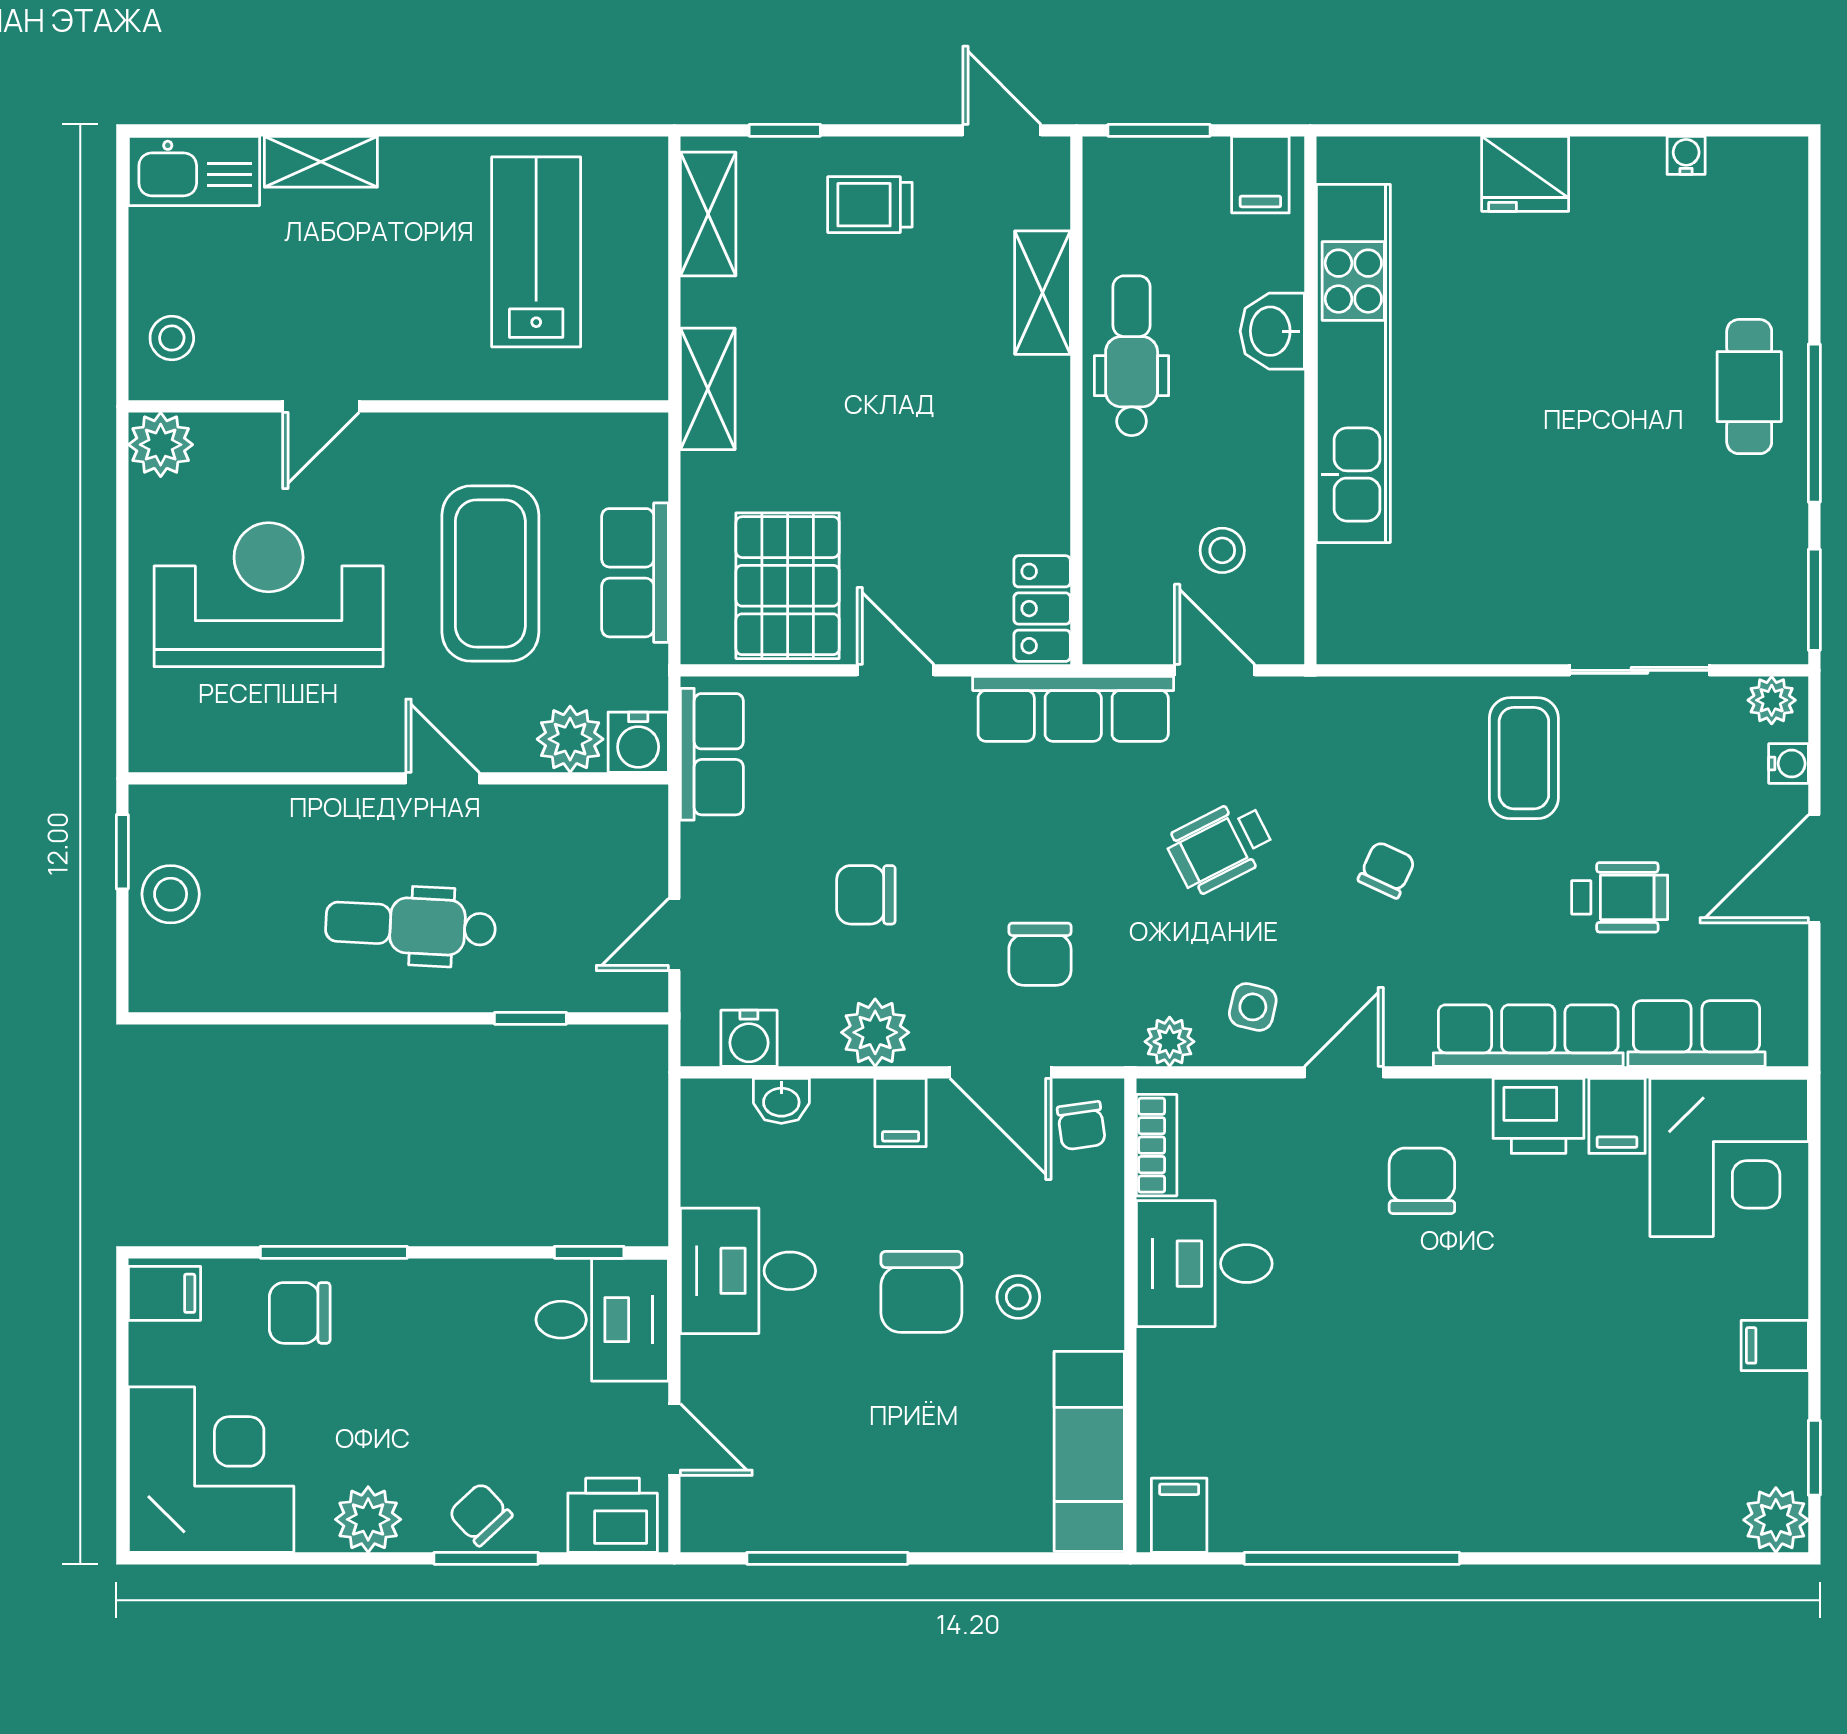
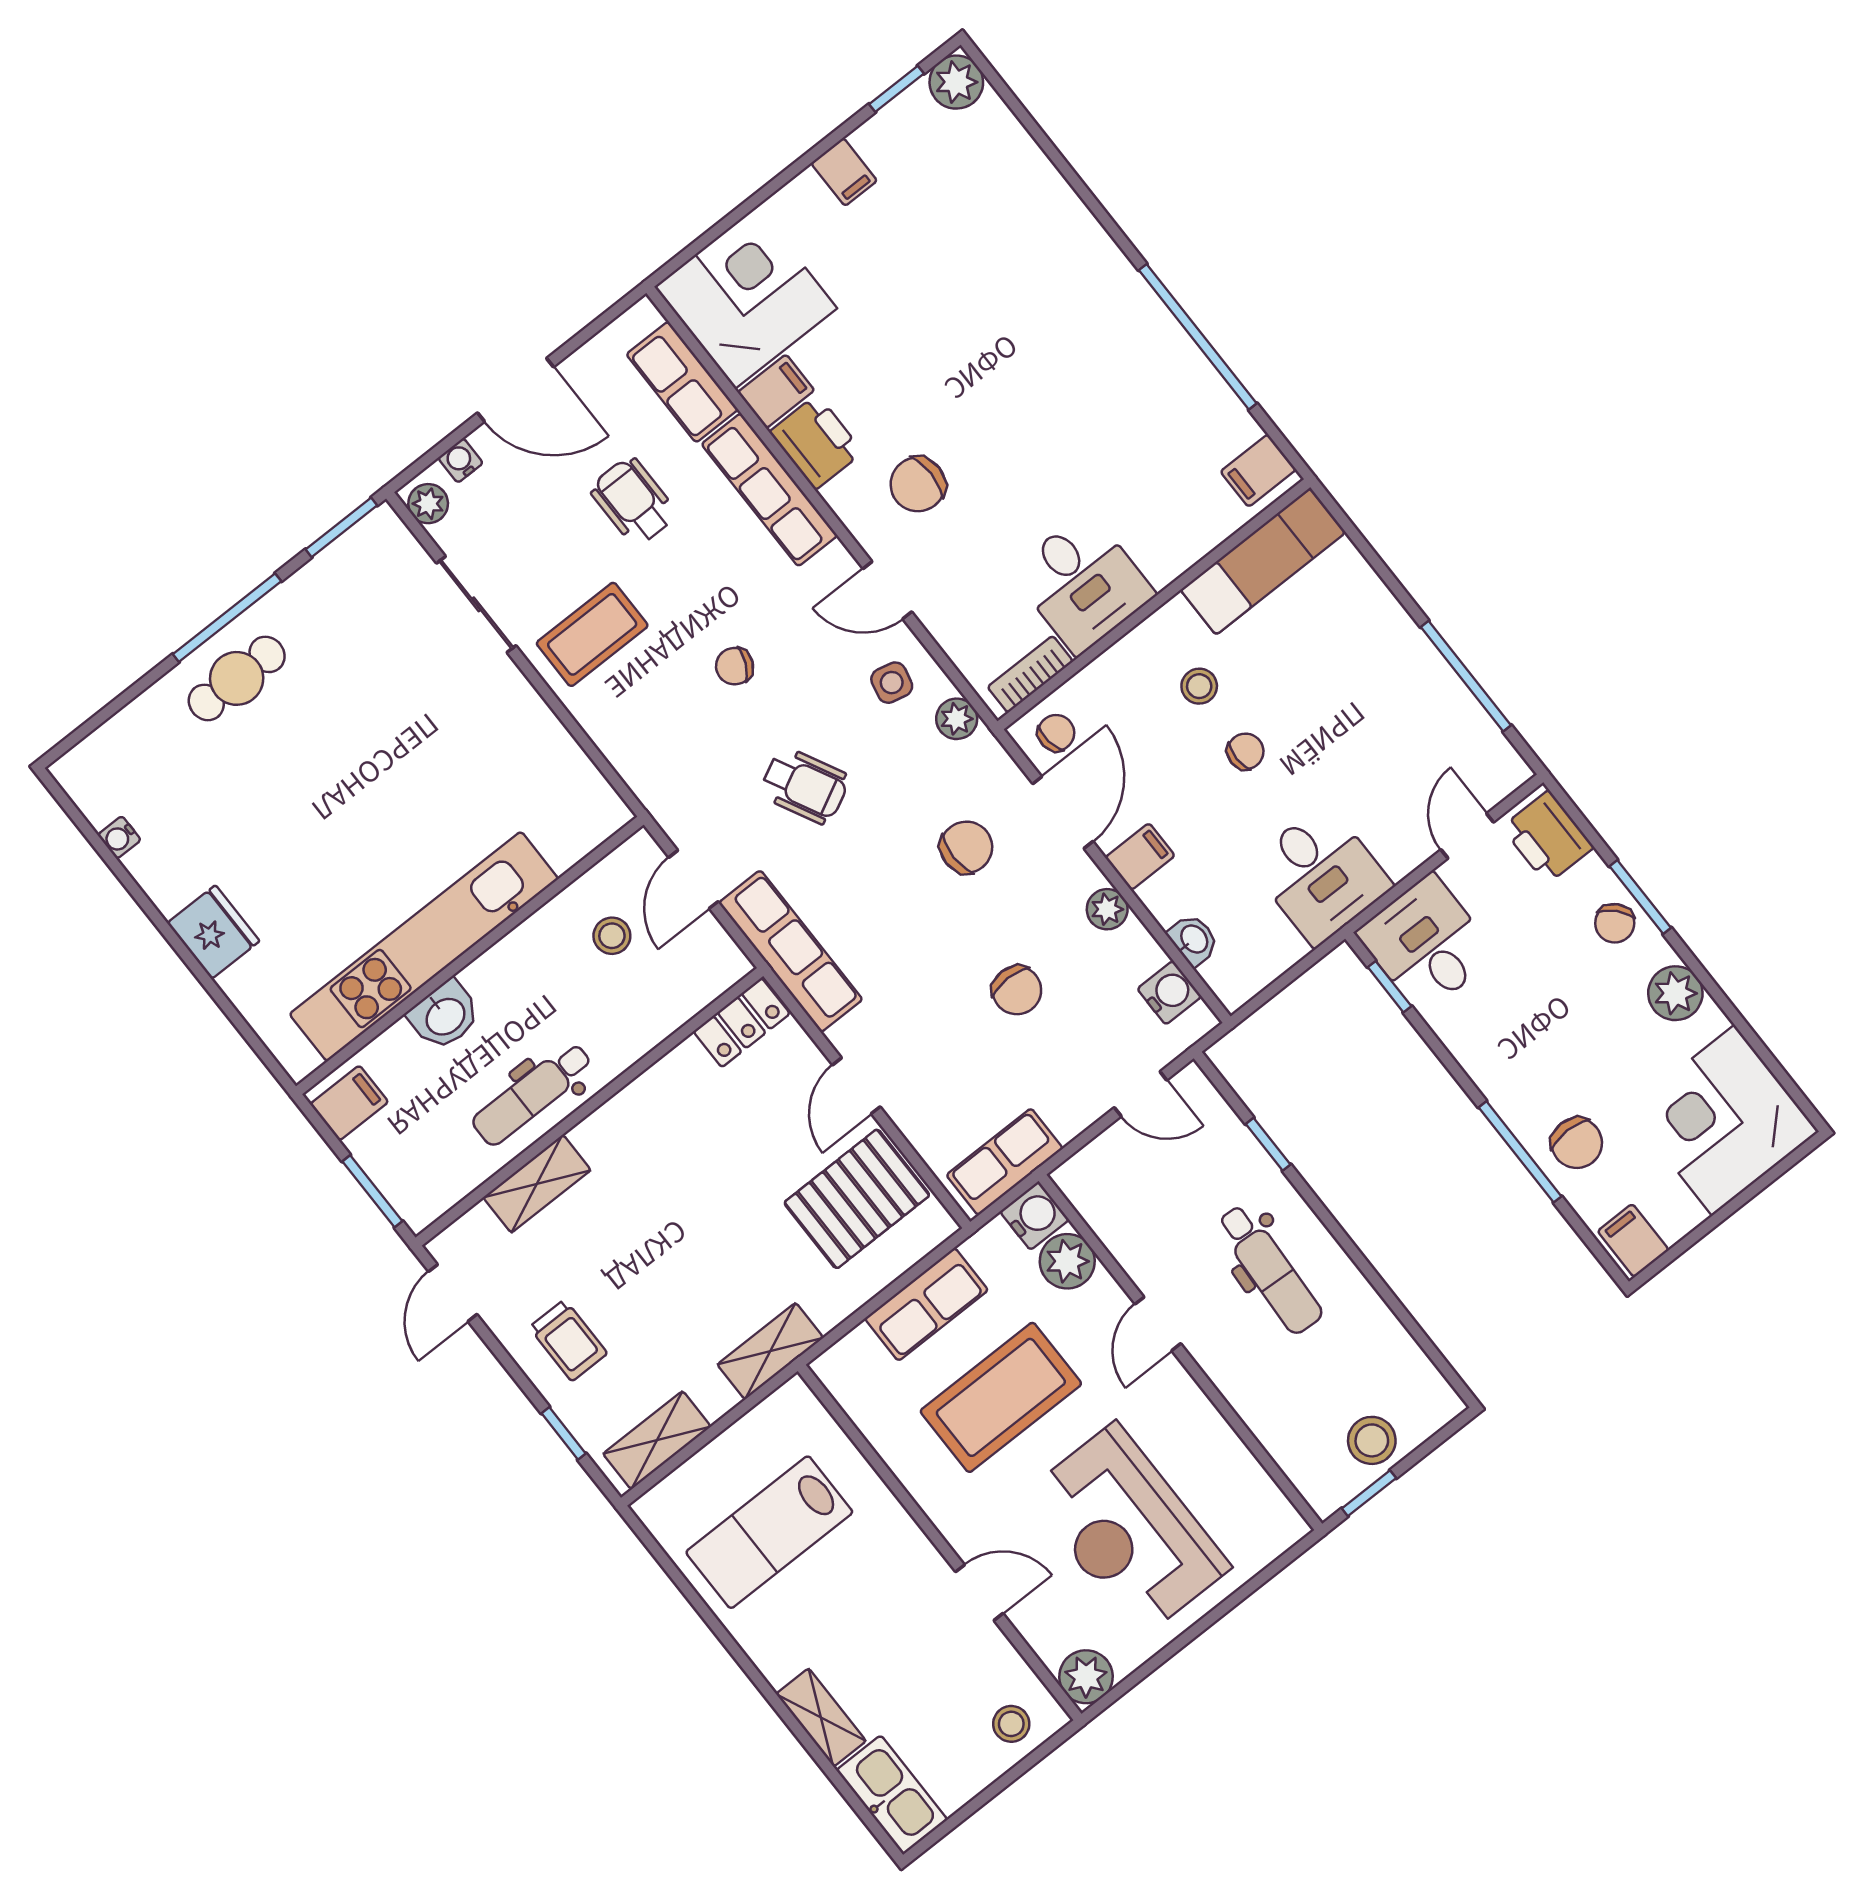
plant: (875, 1032) -> (1107, 909), width x0.73, depth x0.73
chair: (921, 1292) -> (1245, 751), width x0.54, depth x0.54

